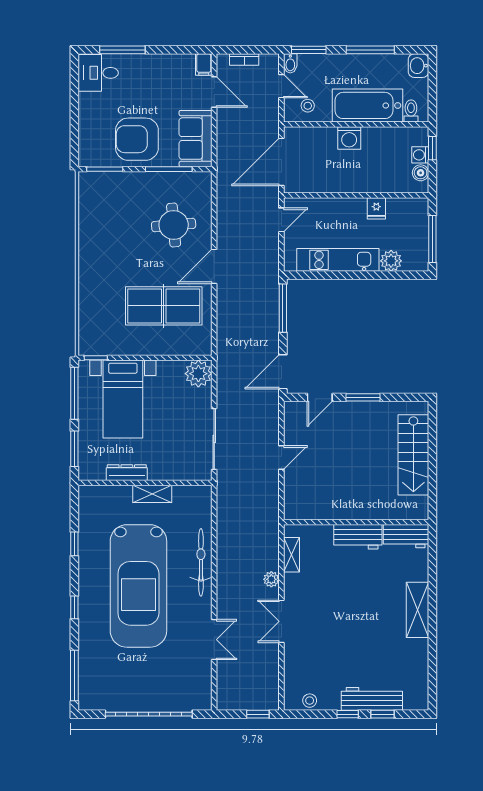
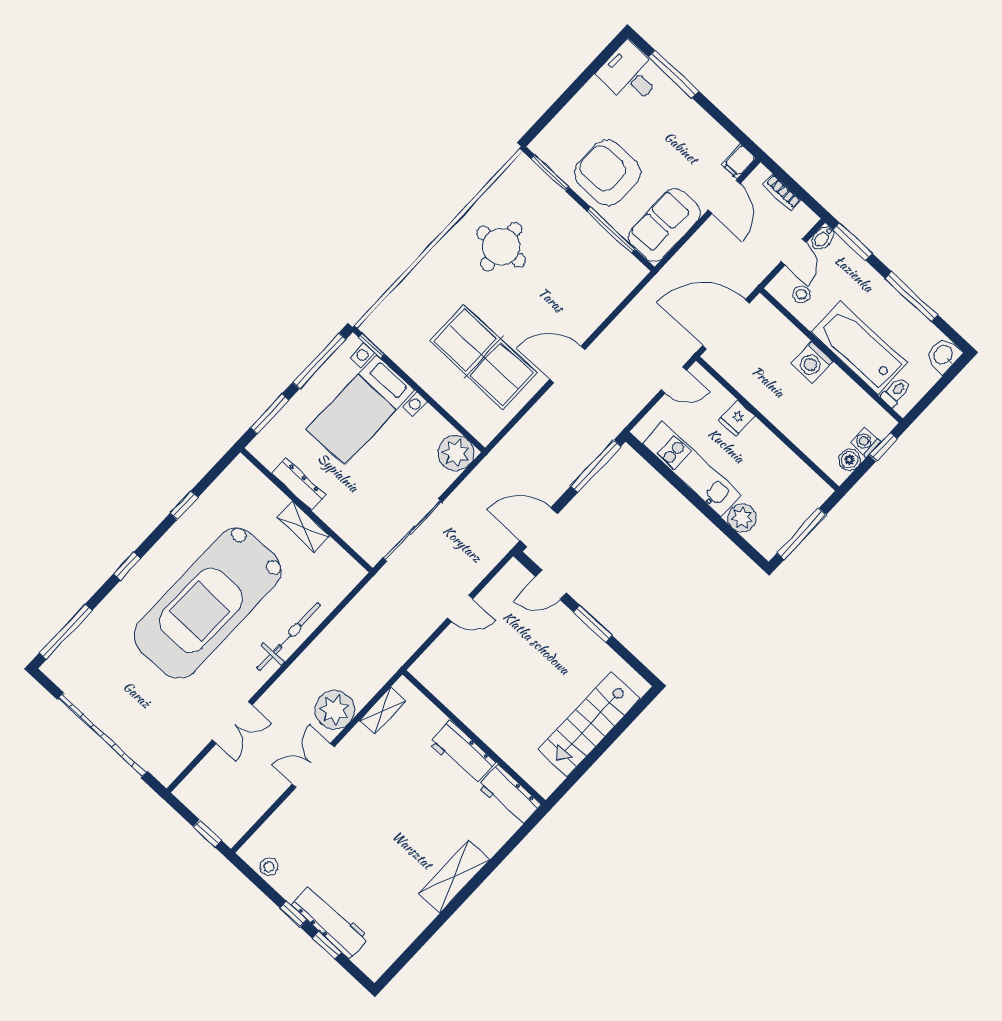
fridge: (376, 208) -> (737, 418), moved
round table: (174, 225) -> (501, 247), moved
plant: (271, 579) -> (335, 710), width x1.87, depth x1.87

